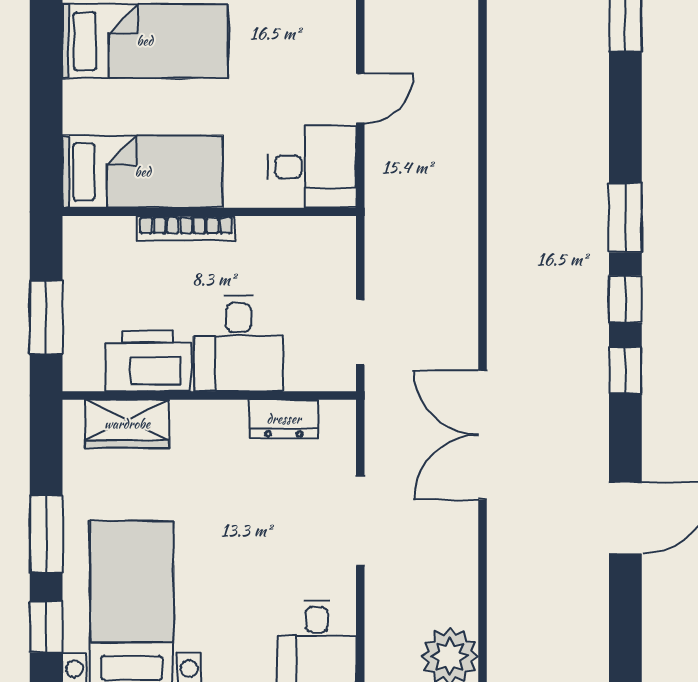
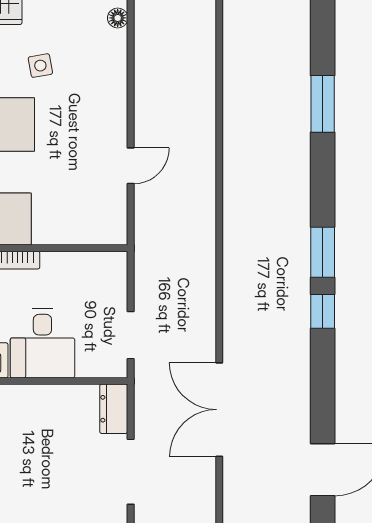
desk: (312, 167) -> (96, 215), removed
window: (625, 370) -> (323, 363), removed
dresser: (284, 419) -> (114, 409), moved, turned 90

